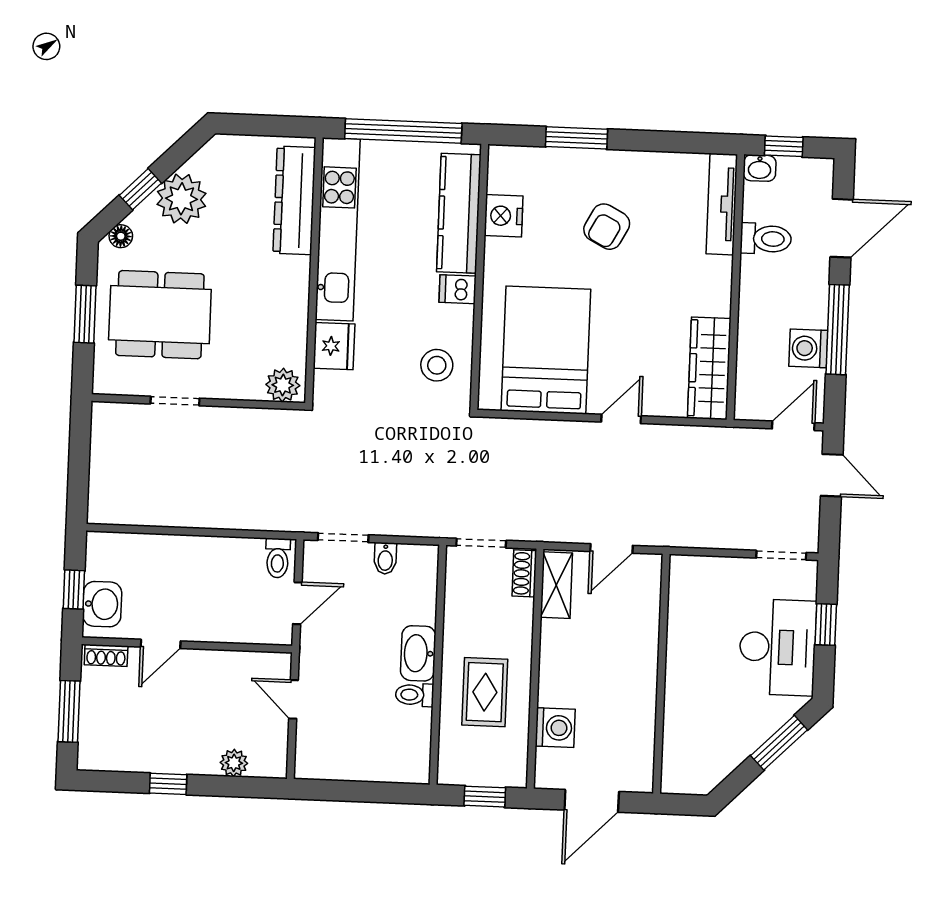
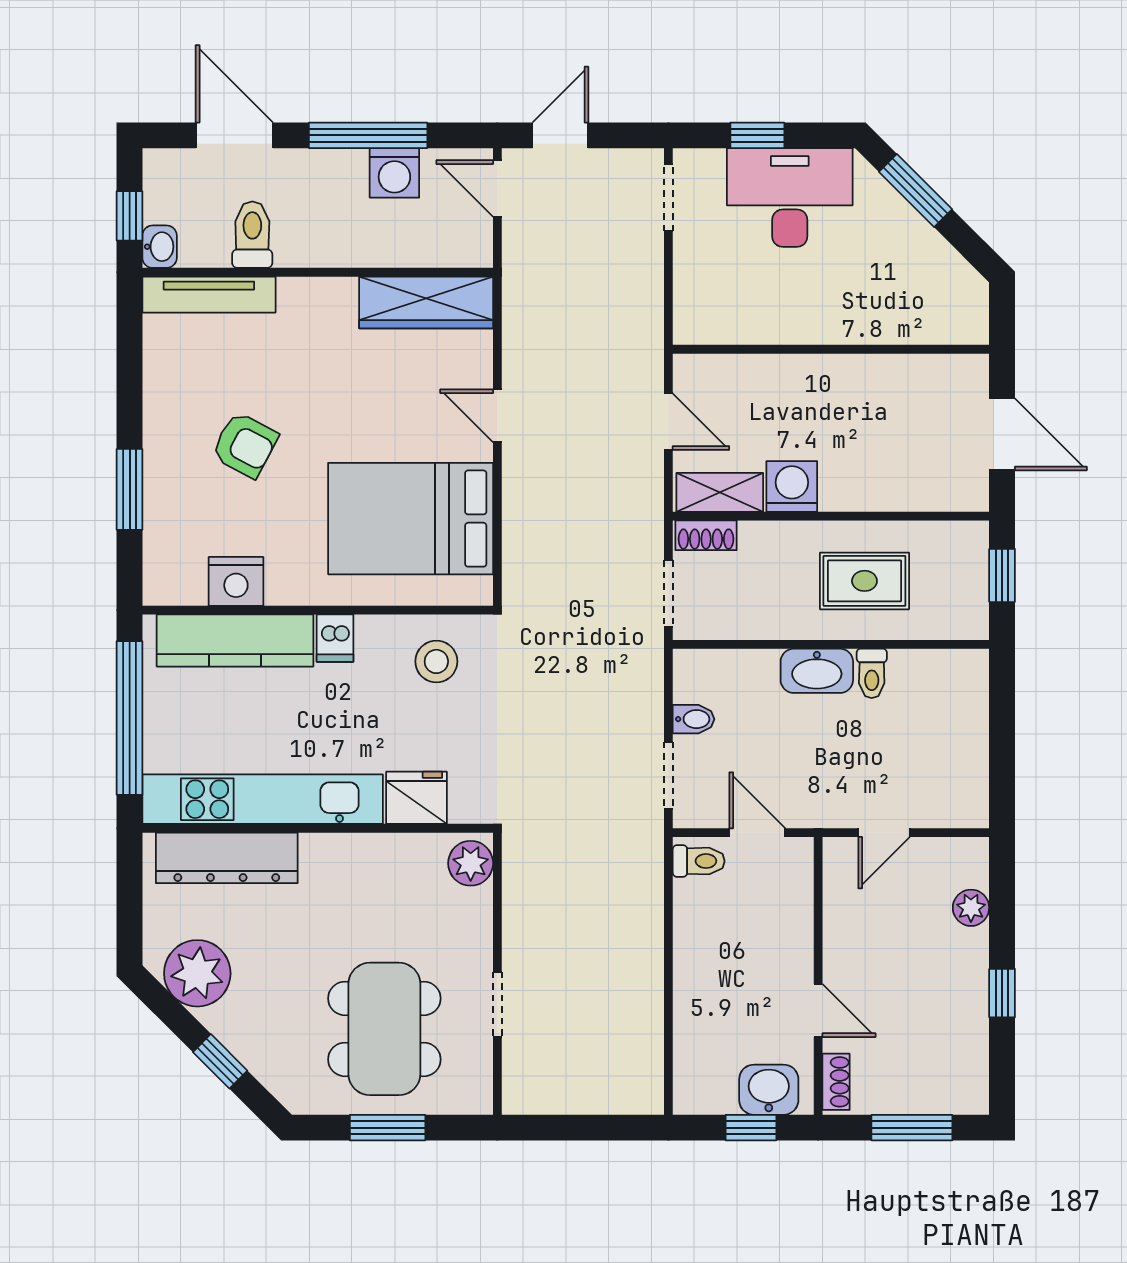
plant: (181, 199) -> (197, 973), moved
floor lamp: (121, 236) -> (283, 1085), removed
washing machine: (555, 728) -> (792, 486), moved

